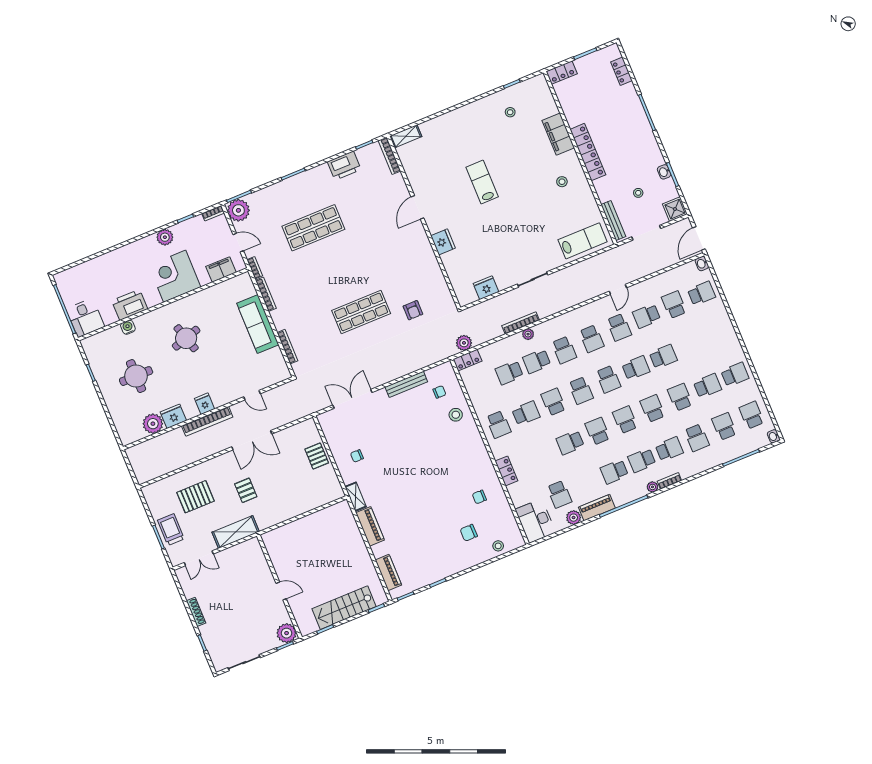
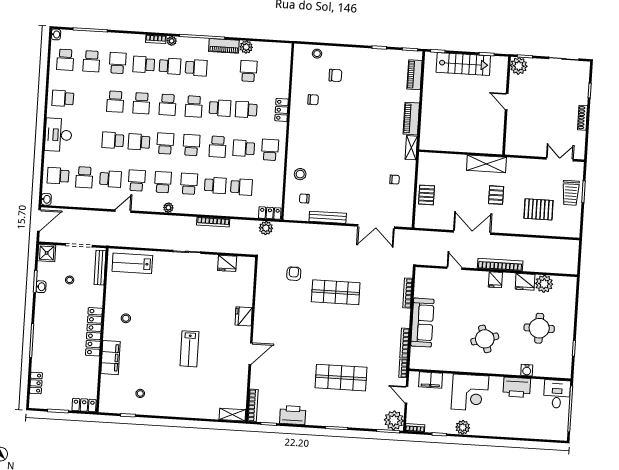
plant: (528, 334) -> (168, 208), moved
school desk: (707, 386) -> (246, 110), moved
desk: (535, 521) -> (58, 135), moved, turned 180
shelving: (236, 532) -> (486, 164), moved

